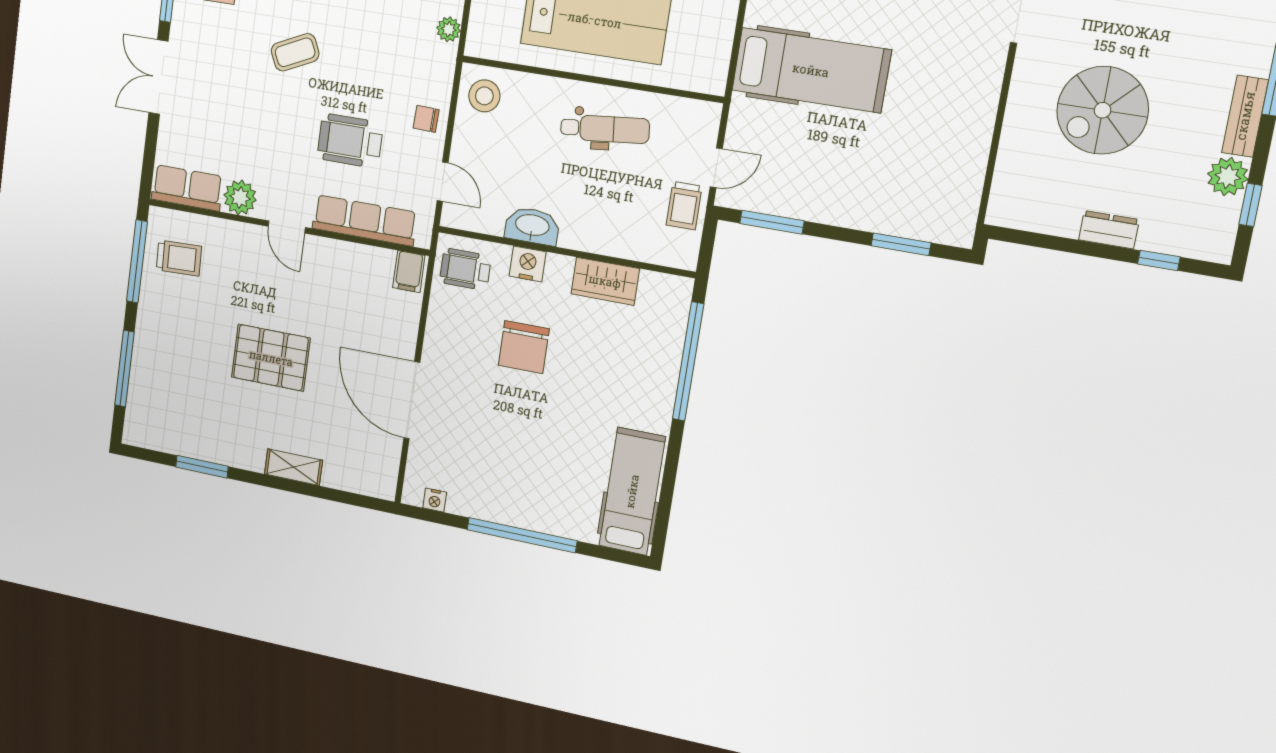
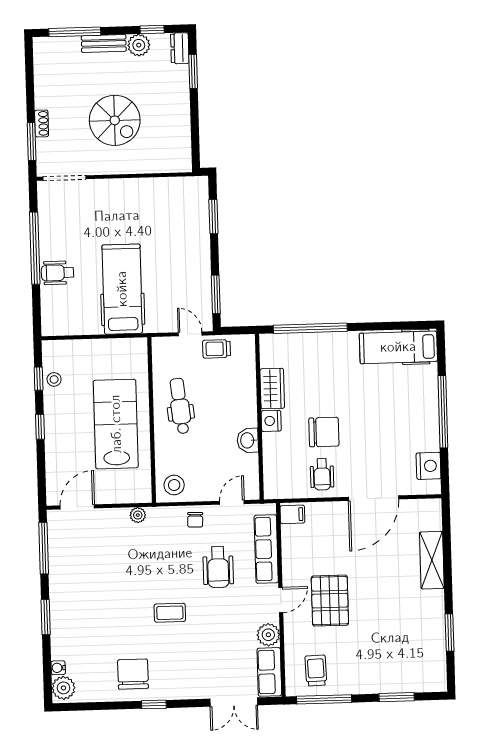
coffee table: (295, 52) -> (170, 613), turned -65
double door: (159, 77) -> (234, 702), moved
trolley: (684, 206) -> (217, 349), turned 180
washbasin: (532, 226) -> (248, 440), width x0.72
dresser: (1109, 230) -> (180, 48), moved
window: (1159, 260) -> (193, 71), width x1.50
nightstand: (528, 264) -> (271, 421), moved
wheelchair: (465, 269) -> (322, 474), moved
pallet: (271, 358) -> (330, 601), moved
window: (124, 369) -> (397, 697), width x0.69
shelving: (293, 467) -> (432, 560), width x1.50, depth x1.33
nightstand: (435, 500) -> (429, 466), width x1.89, depth x1.79

